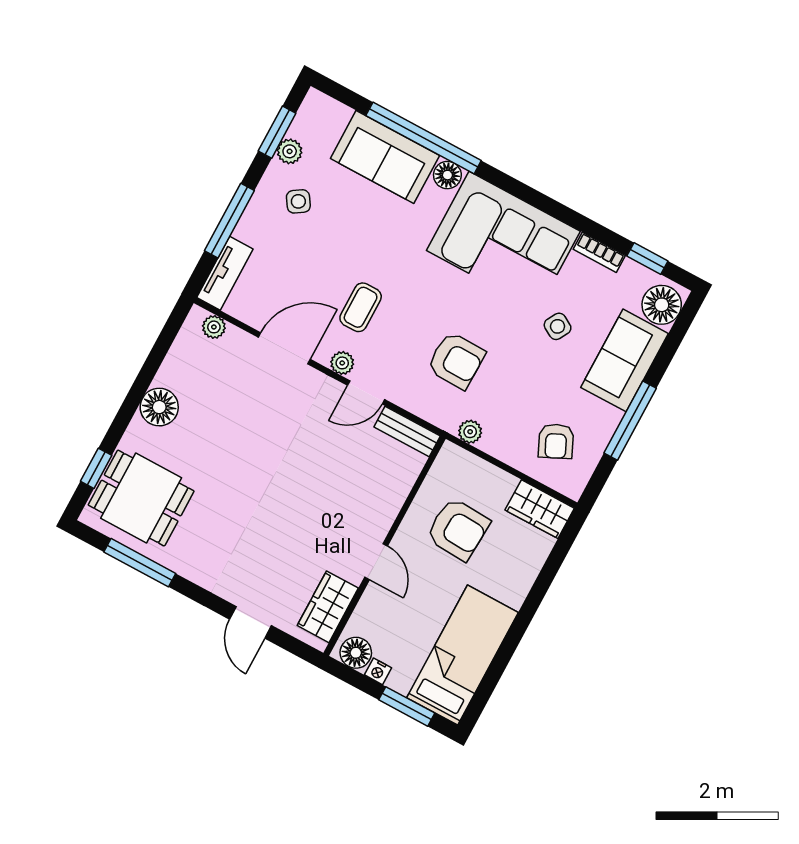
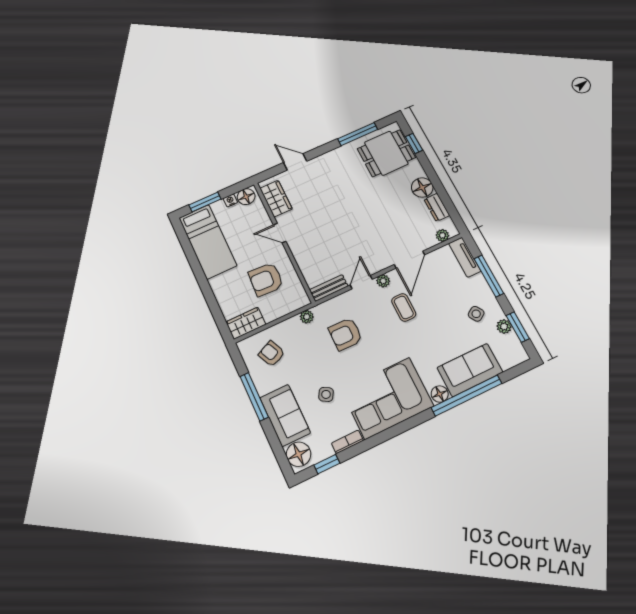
dresser: (176, 365) -> (437, 207), added

